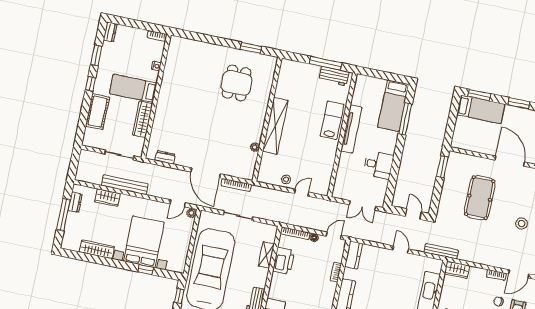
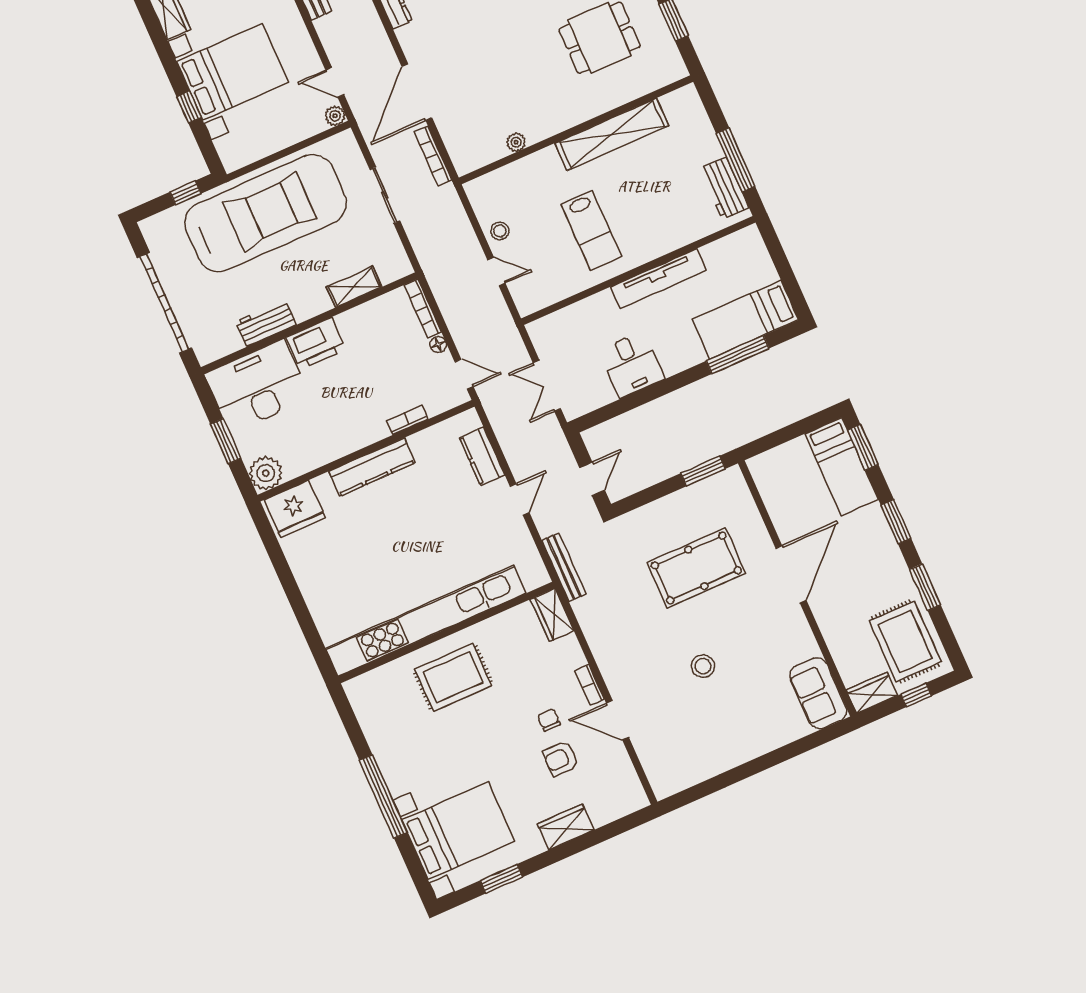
lab bench: (332, 120) -> (591, 230), moved, turned 90
shelving: (275, 126) -> (612, 134), moved
kitchen counter: (354, 255) -> (482, 456), moved, turned 90
printer: (284, 261) -> (316, 344), moved

